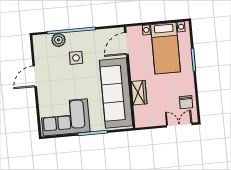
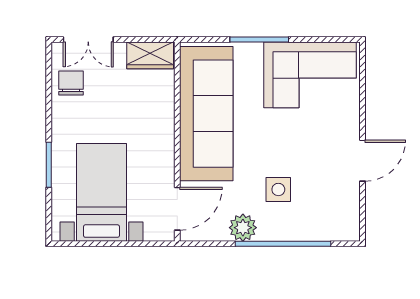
plant: (58, 40) -> (243, 228), moved
wardrobe: (139, 93) -> (150, 55), moved, turned -90

